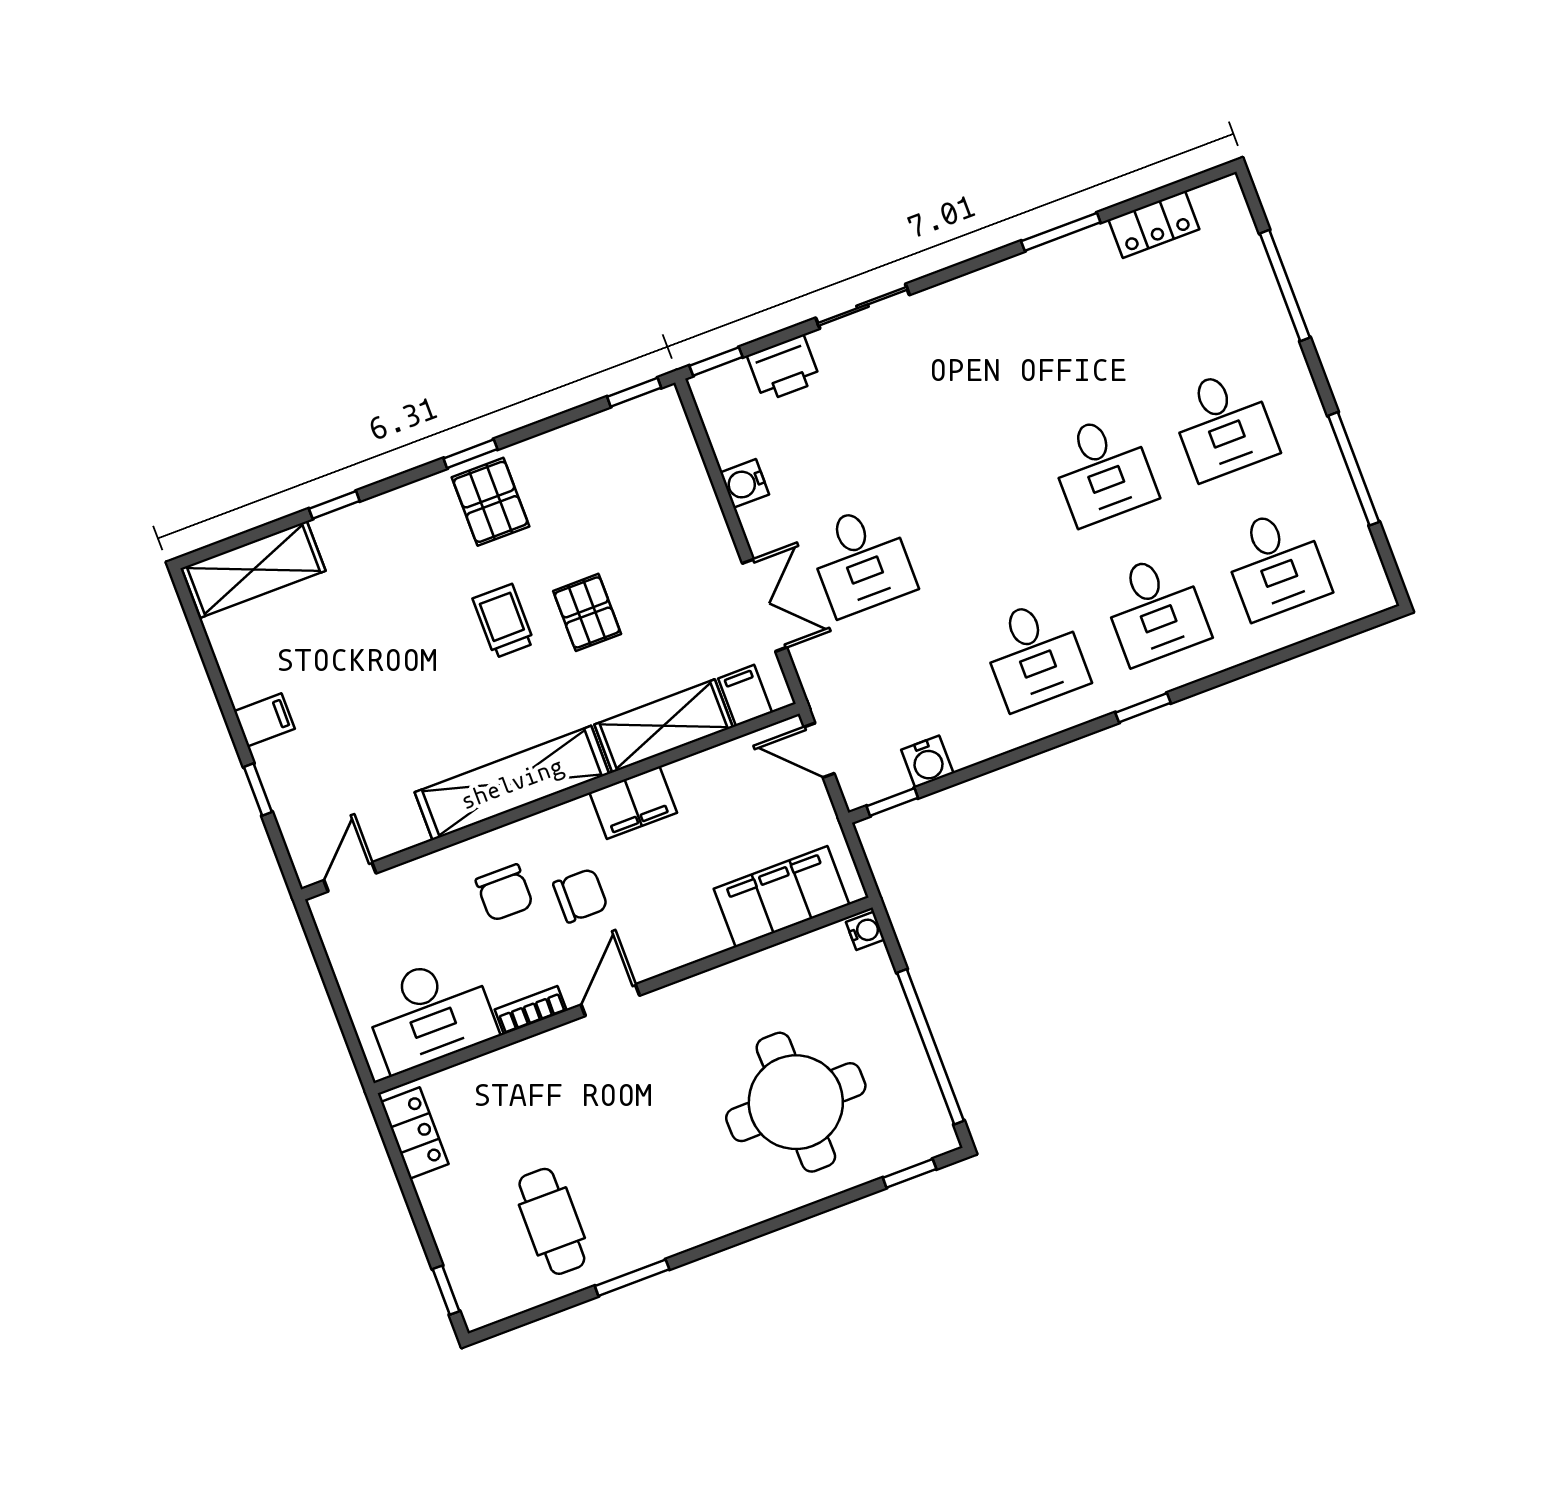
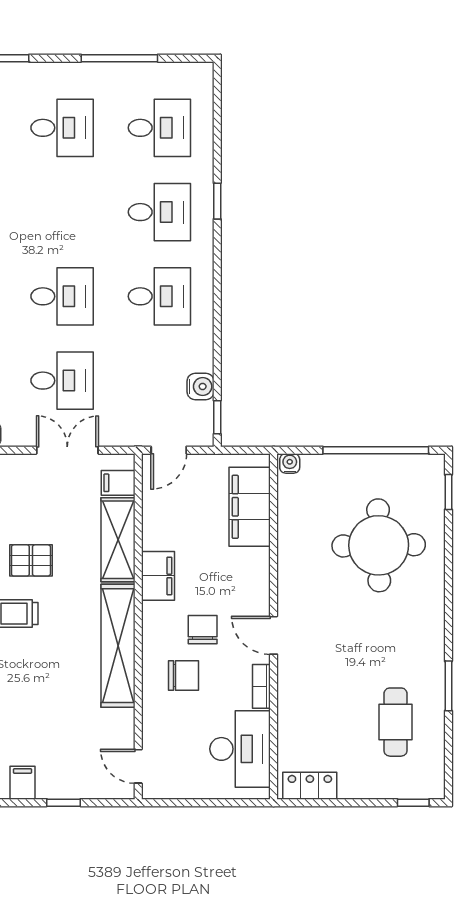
desk: (1103, 470) -> (62, 296), moved
window: (1143, 708) -> (217, 201), moved
cafe table: (552, 1221) -> (395, 722), turned 90

